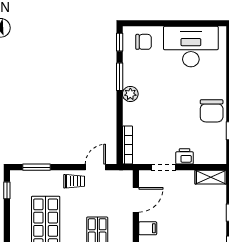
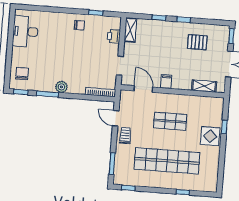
desk: (191, 47) -> (25, 31), width x0.73, depth x0.77
chair: (212, 111) -> (79, 25), width x0.54, depth x0.54
printer: (185, 156) -> (114, 36), moved

